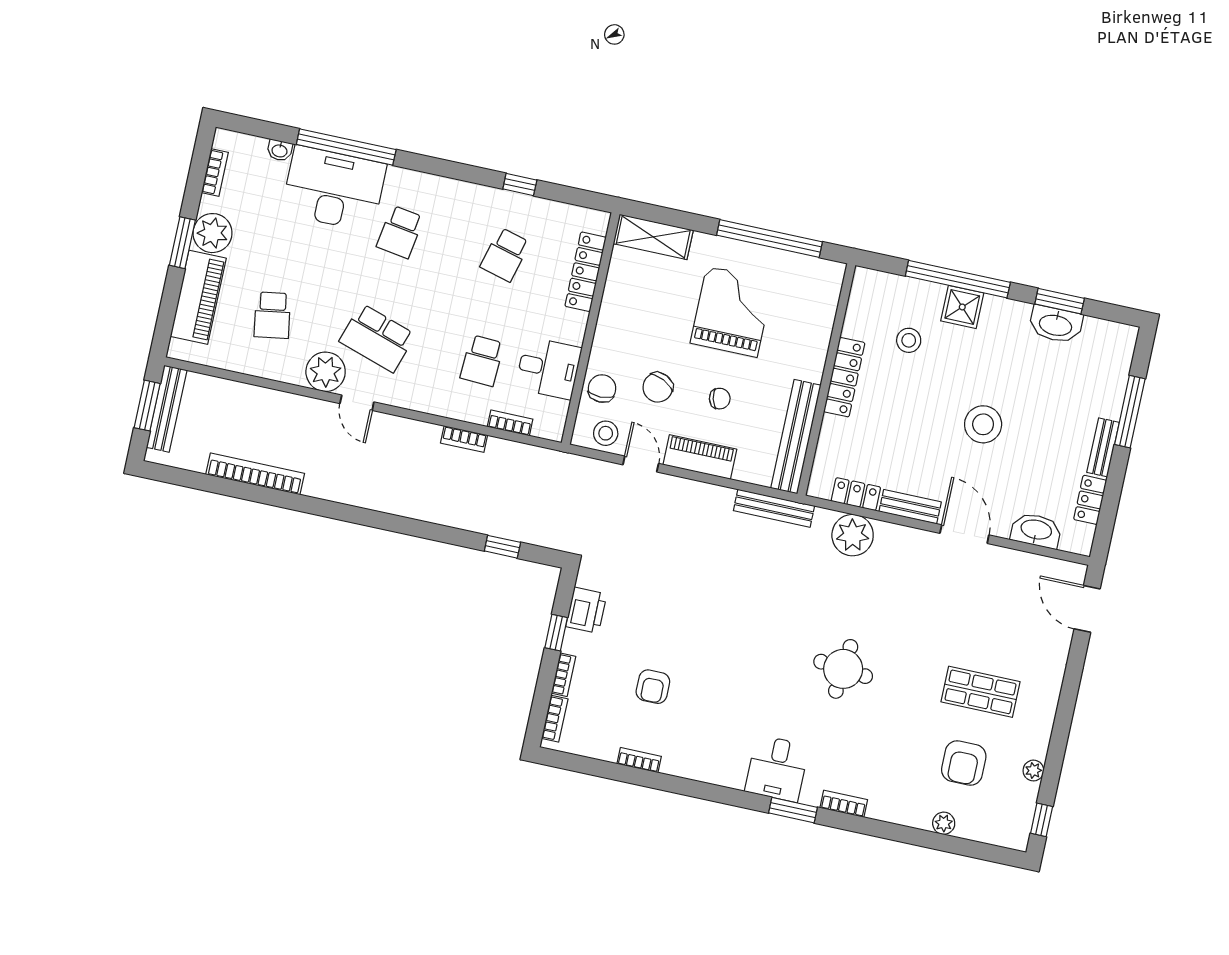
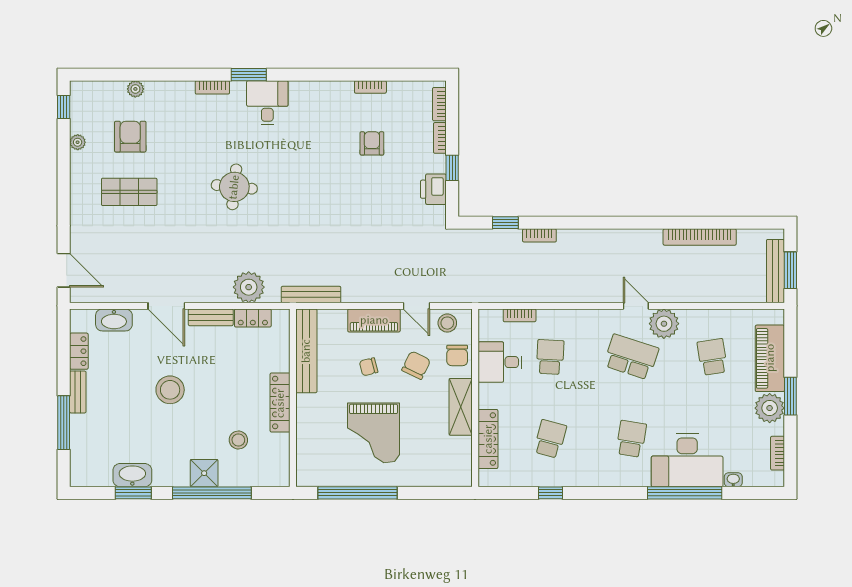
shelving: (653, 237) -> (461, 407), moved, turned 90
bookcase: (464, 439) -> (539, 235), moved, turned 180

